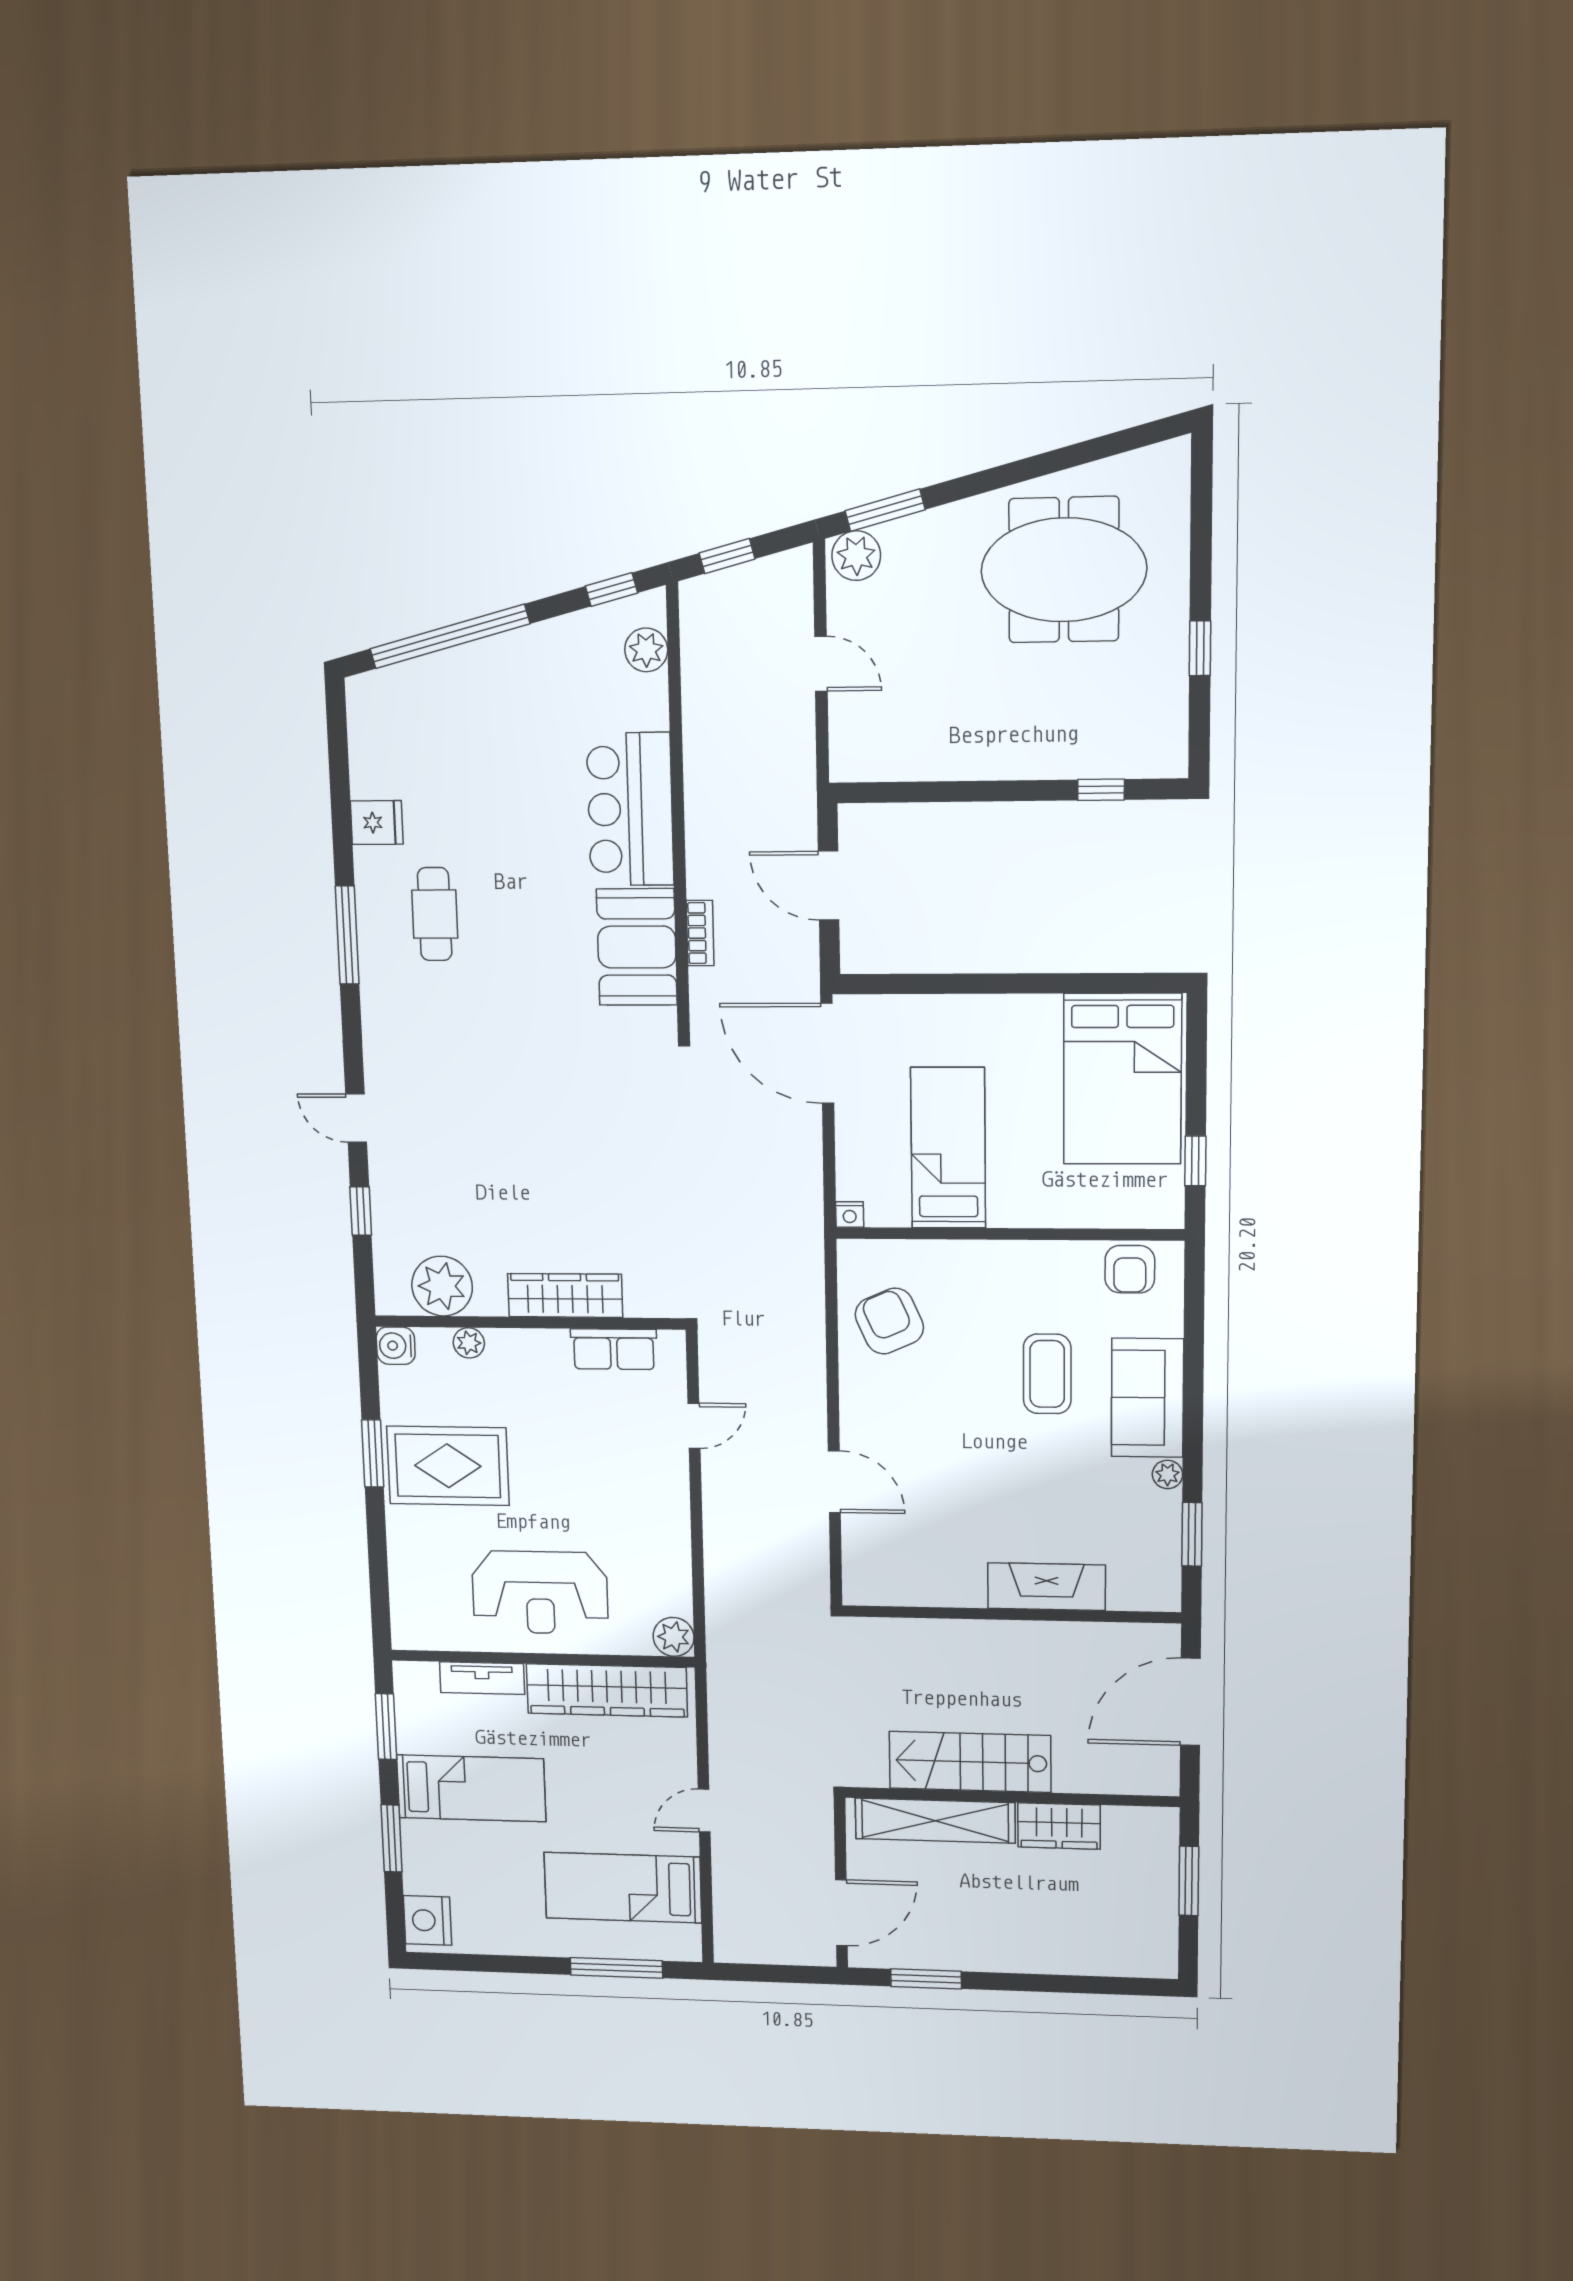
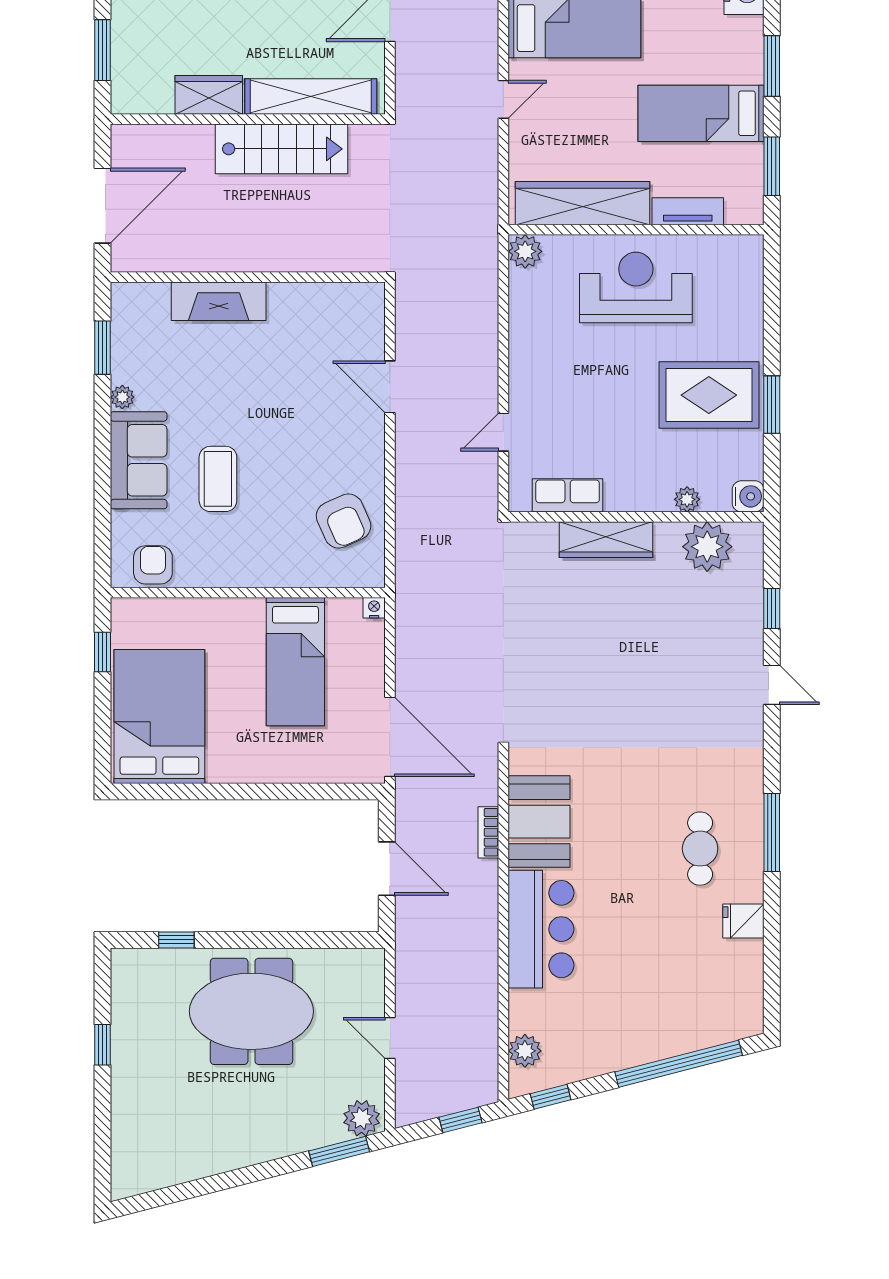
meeting table: (1064, 570) -> (251, 1011), moved

